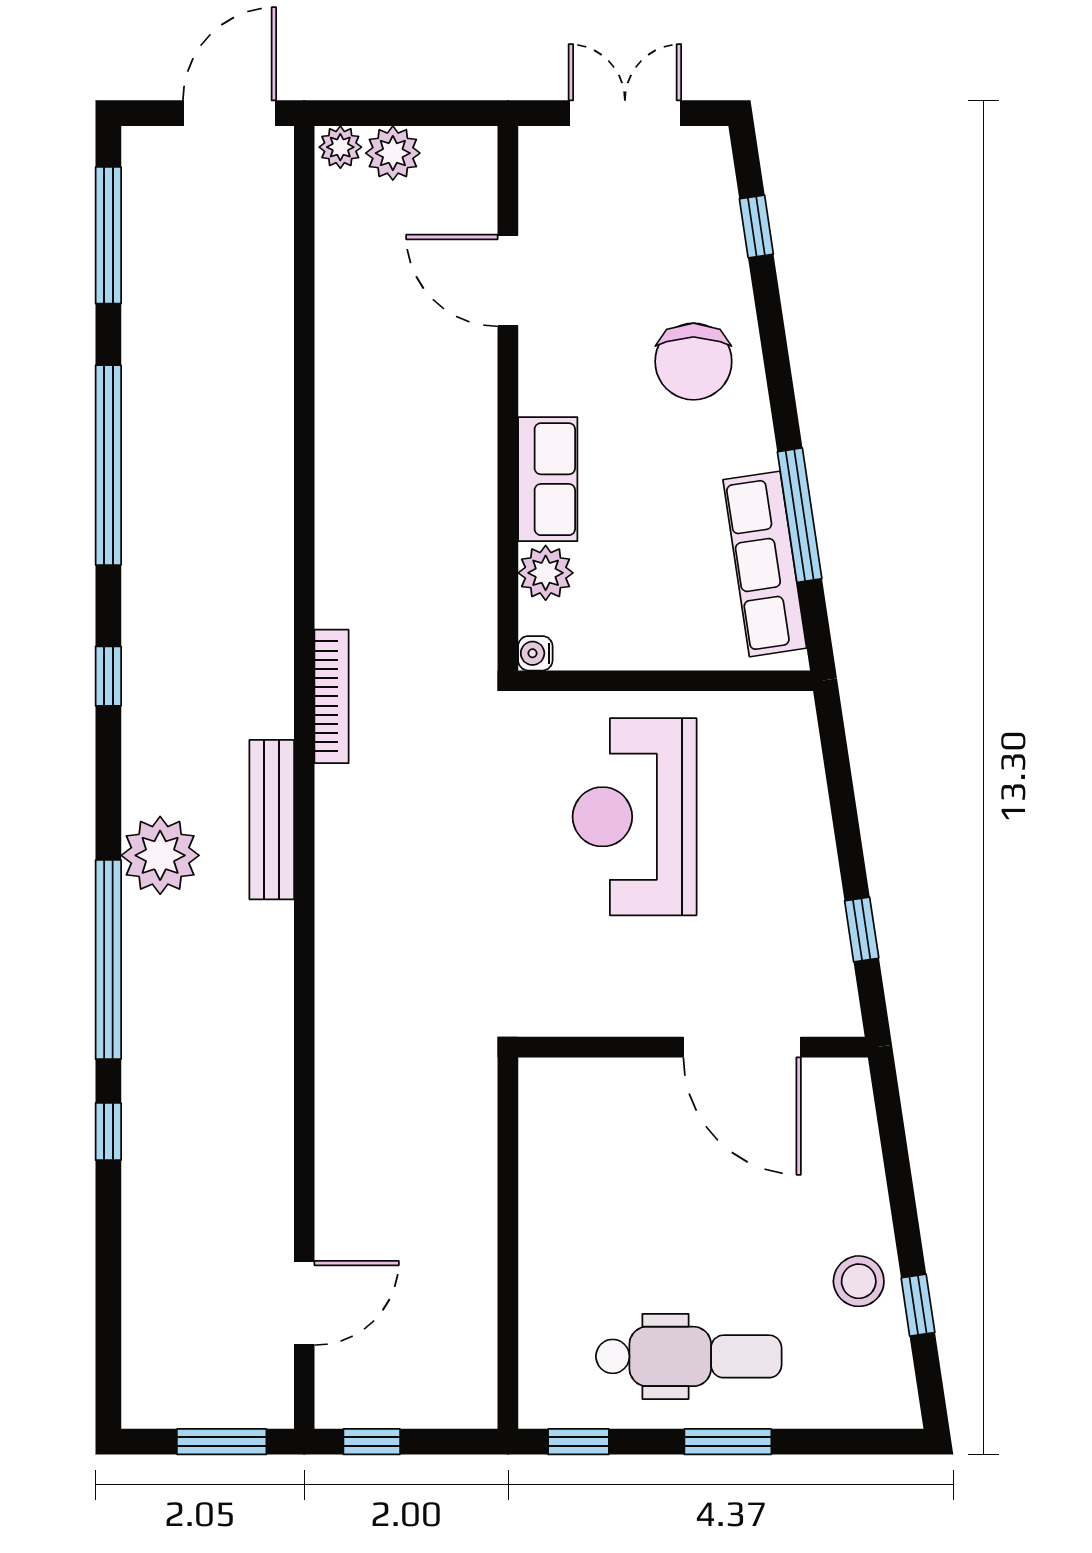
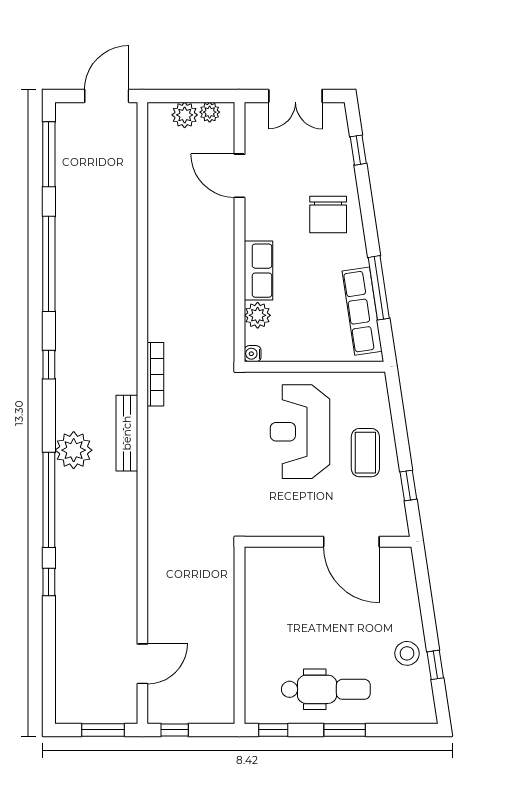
double door: (625, 113) -> (295, 96), swing flipped
plant: (340, 147) -> (210, 112), moved
coffee table: (772, 861) -> (365, 453), added

